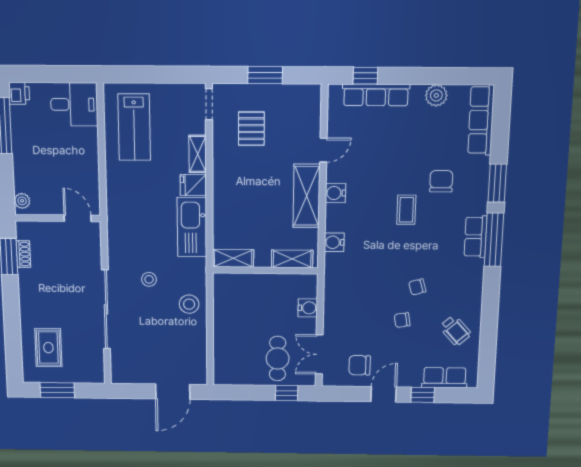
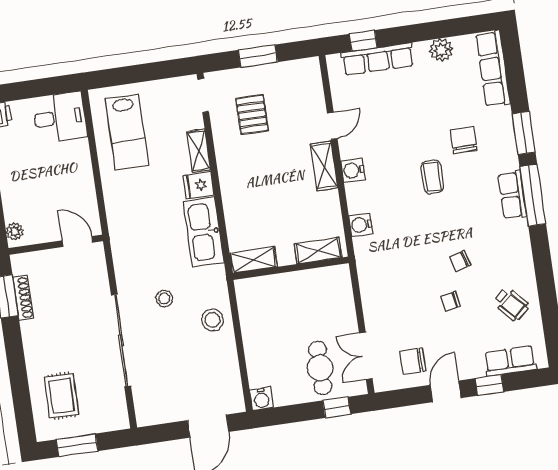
shelving: (306, 196) -> (324, 166), width x0.67, depth x0.75
shoe rack: (23, 254) -> (23, 298), width x1.43
water cooler: (308, 308) -> (261, 399), moved, turned 90

